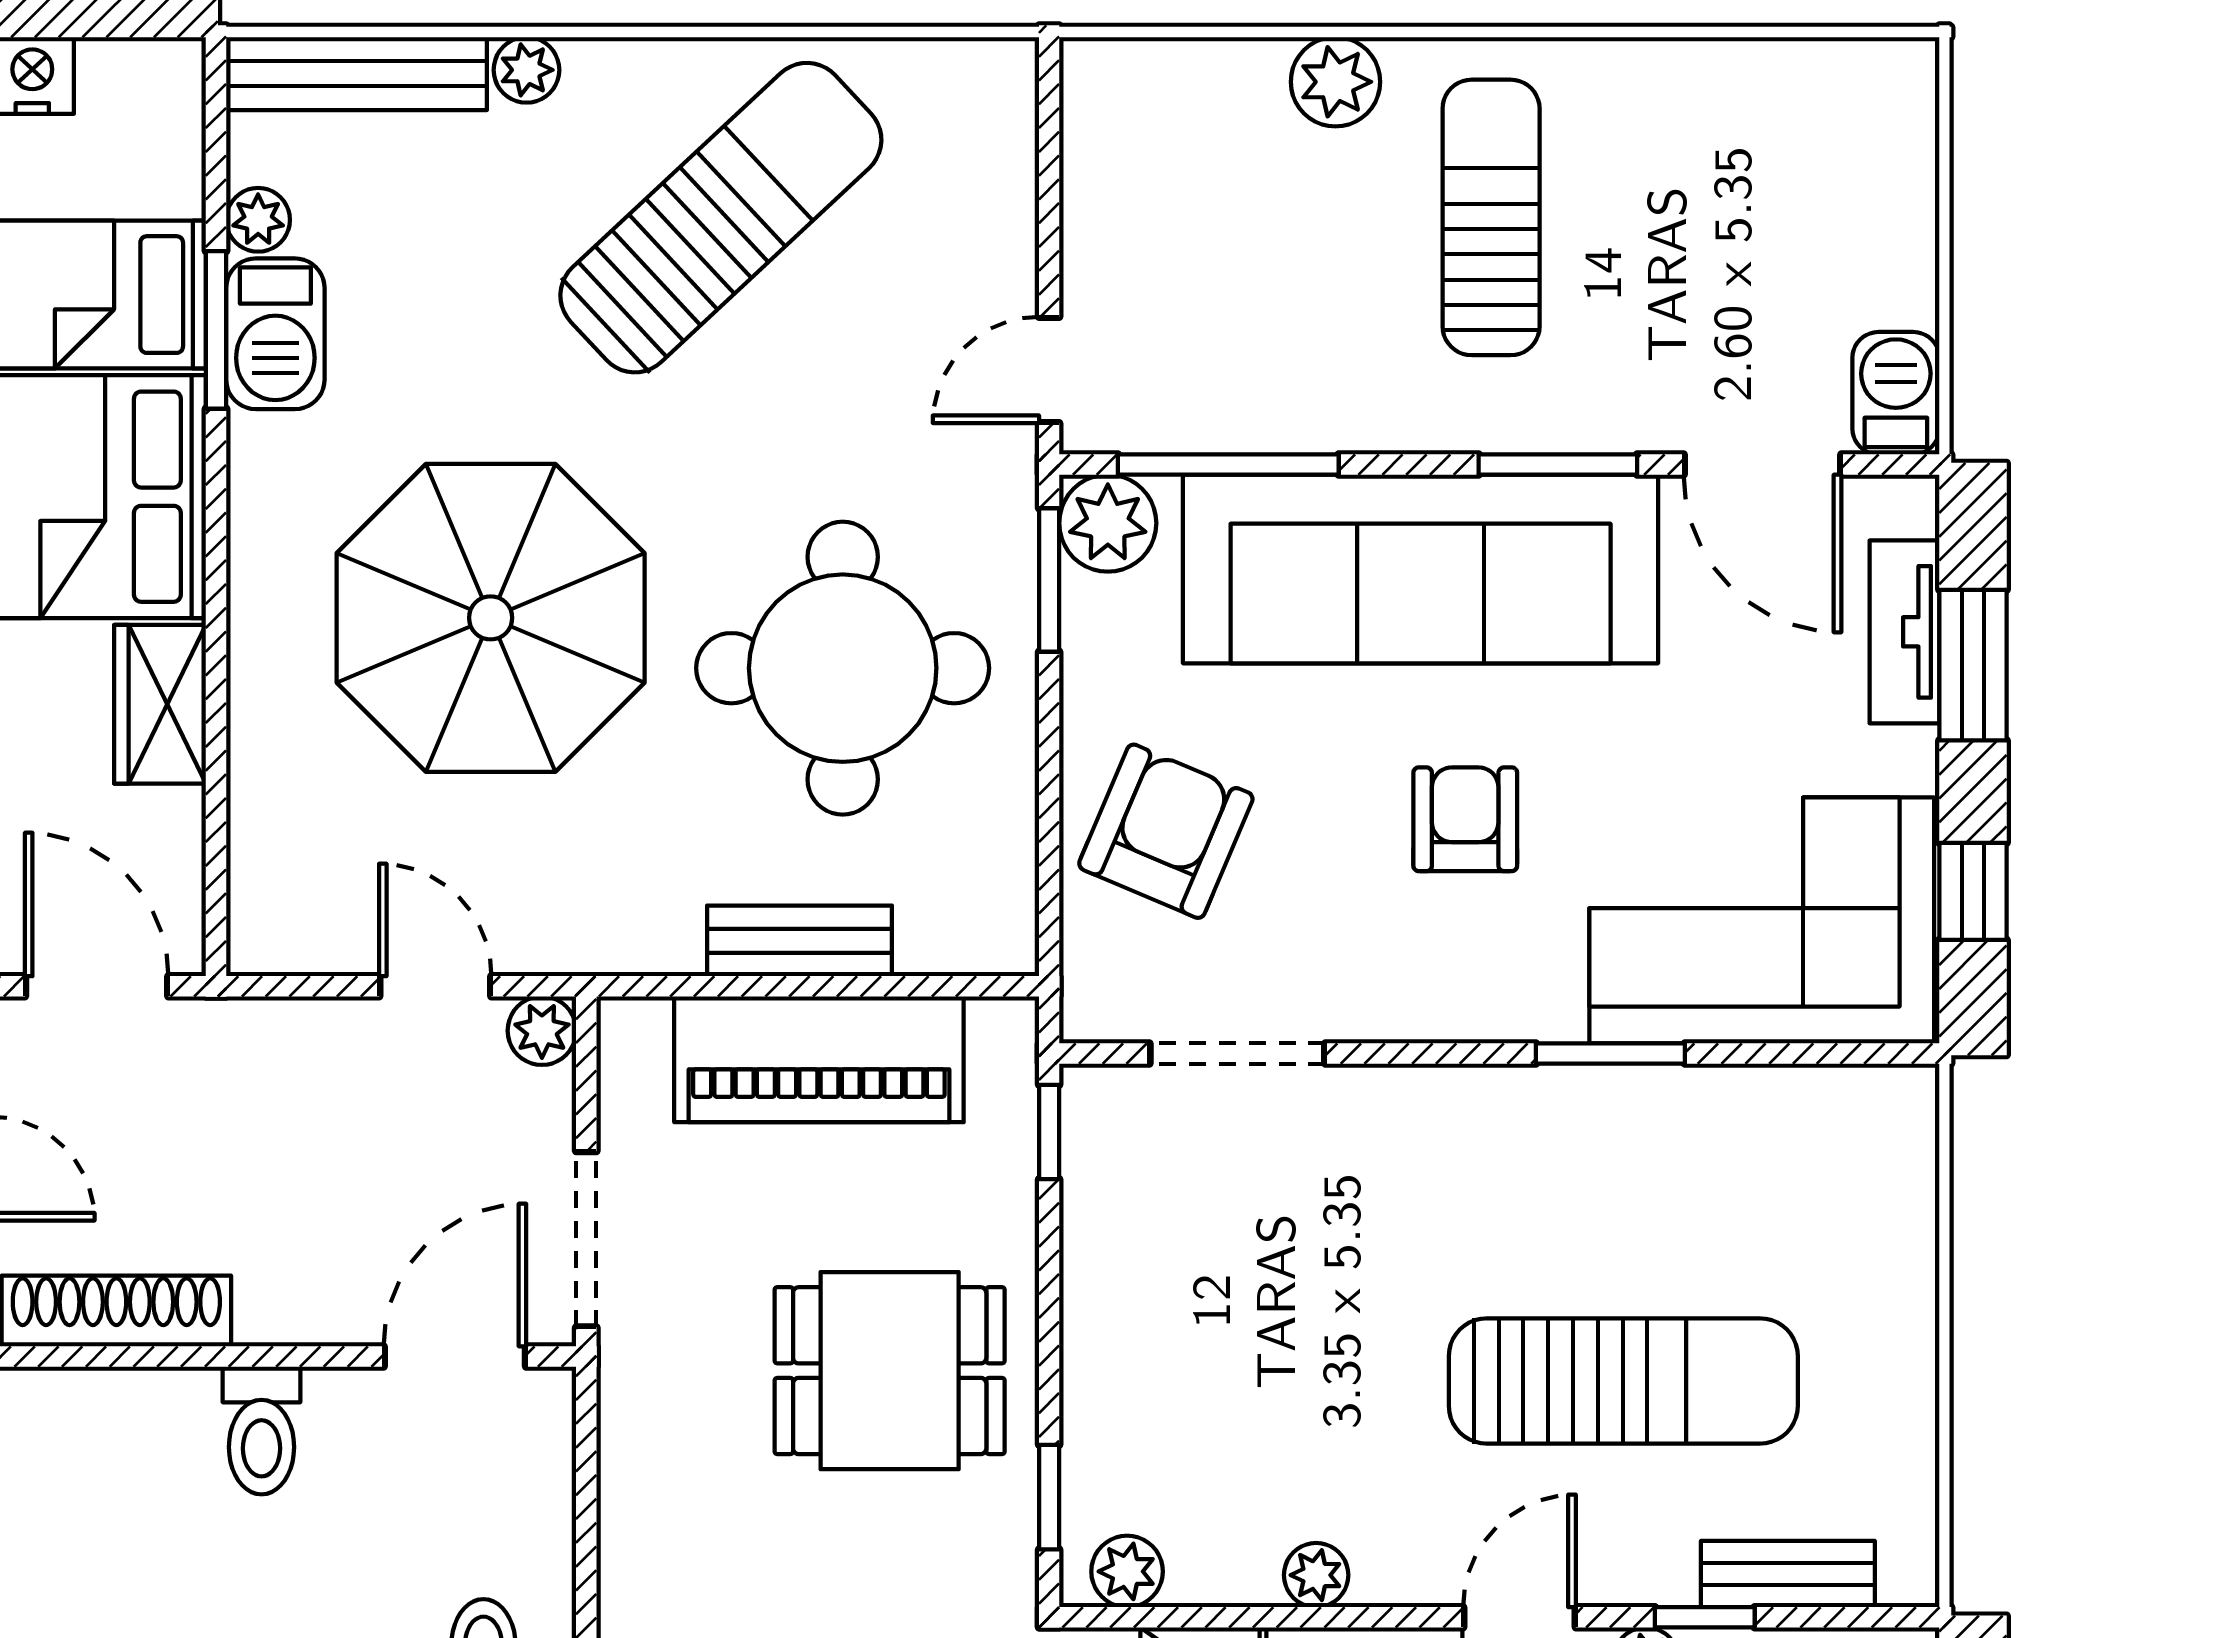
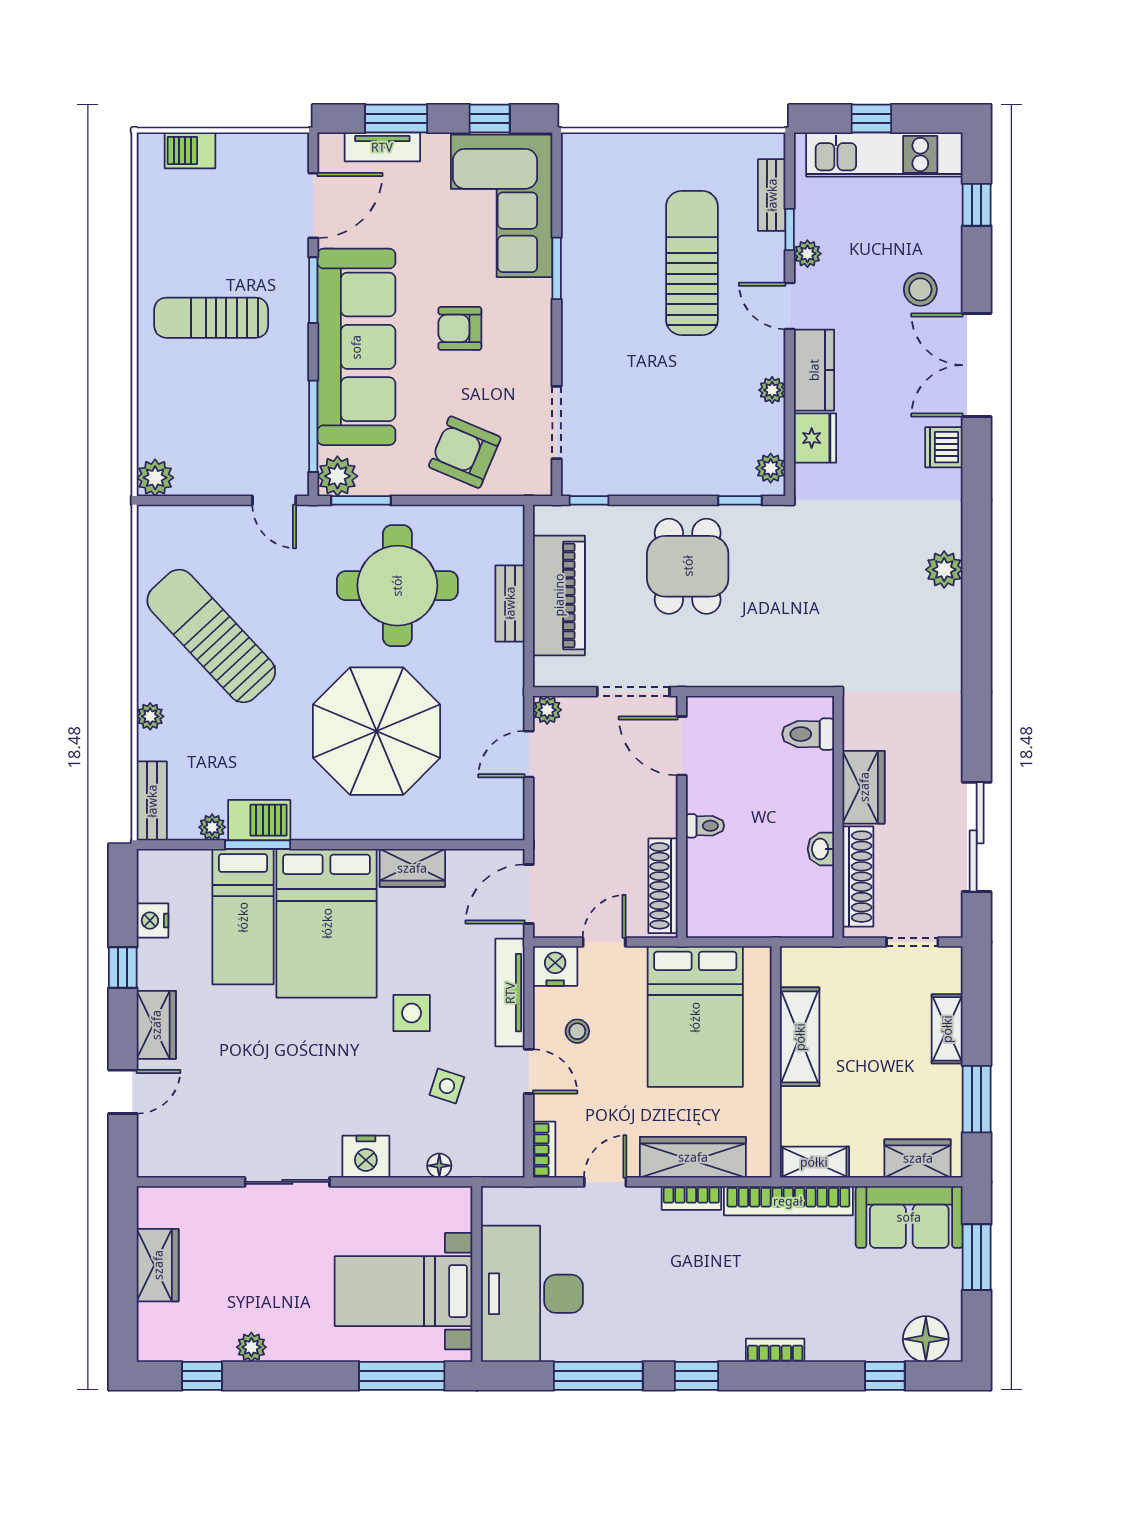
bench: (357, 74) -> (152, 801), width x0.73
plant: (1335, 82) -> (155, 478), moved
barbecue: (1896, 393) -> (190, 150), moved
toilet: (262, 1430) -> (705, 826), width x0.73, depth x0.72

